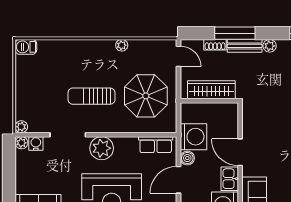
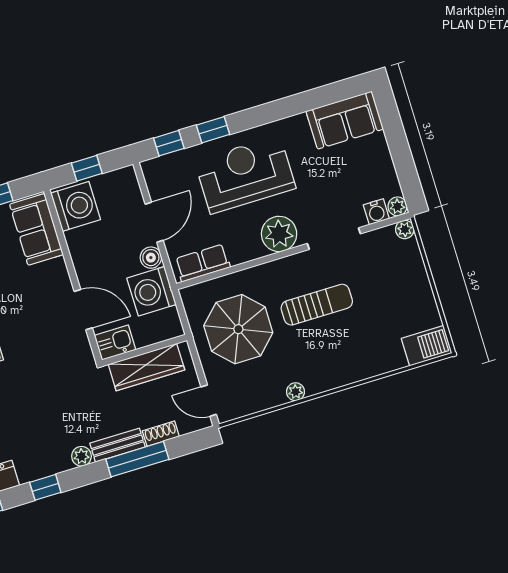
barbecue: (26, 47) -> (427, 346), width x1.38, depth x1.27
door: (240, 152) -> (83, 310), moved
kitchen sink: (230, 179) -> (115, 343), moved, turned -90

